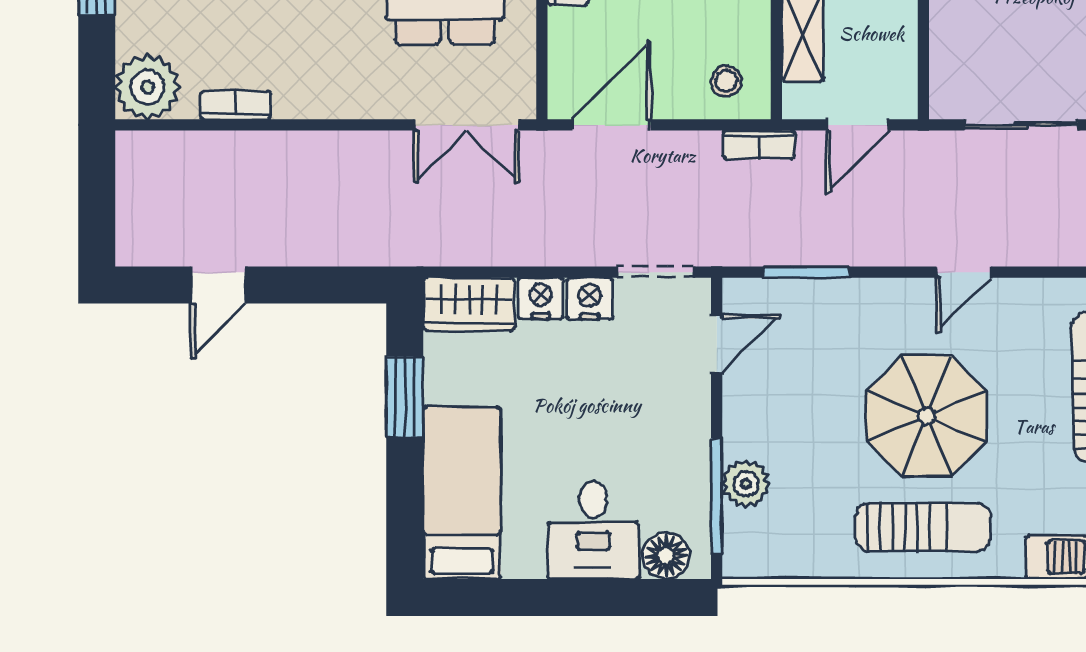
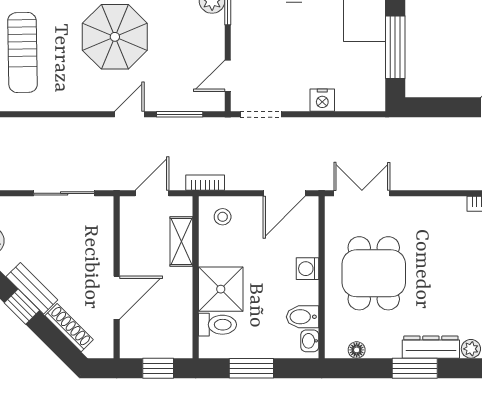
door: (964, 272) -> (129, 114), moved
nightstand: (590, 299) -> (296, 100), removed
wardrobe: (469, 304) -> (361, 97), removed
window: (405, 397) -> (395, 47), width x1.44

